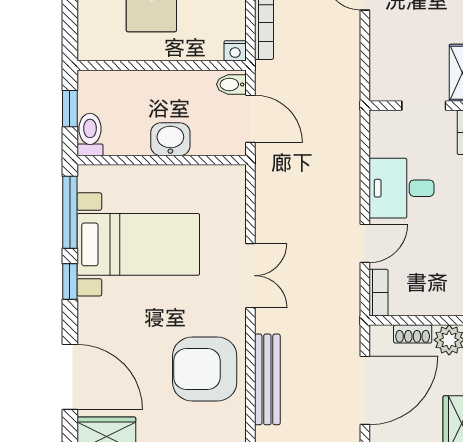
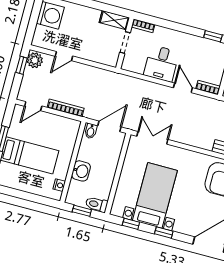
nightstand: (235, 51) -> (59, 185), moved
washbasin: (170, 139) -> (81, 171), moved, turned 180
window: (70, 212) -> (131, 224), width x0.46
double door: (250, 276) -> (152, 138), moved

